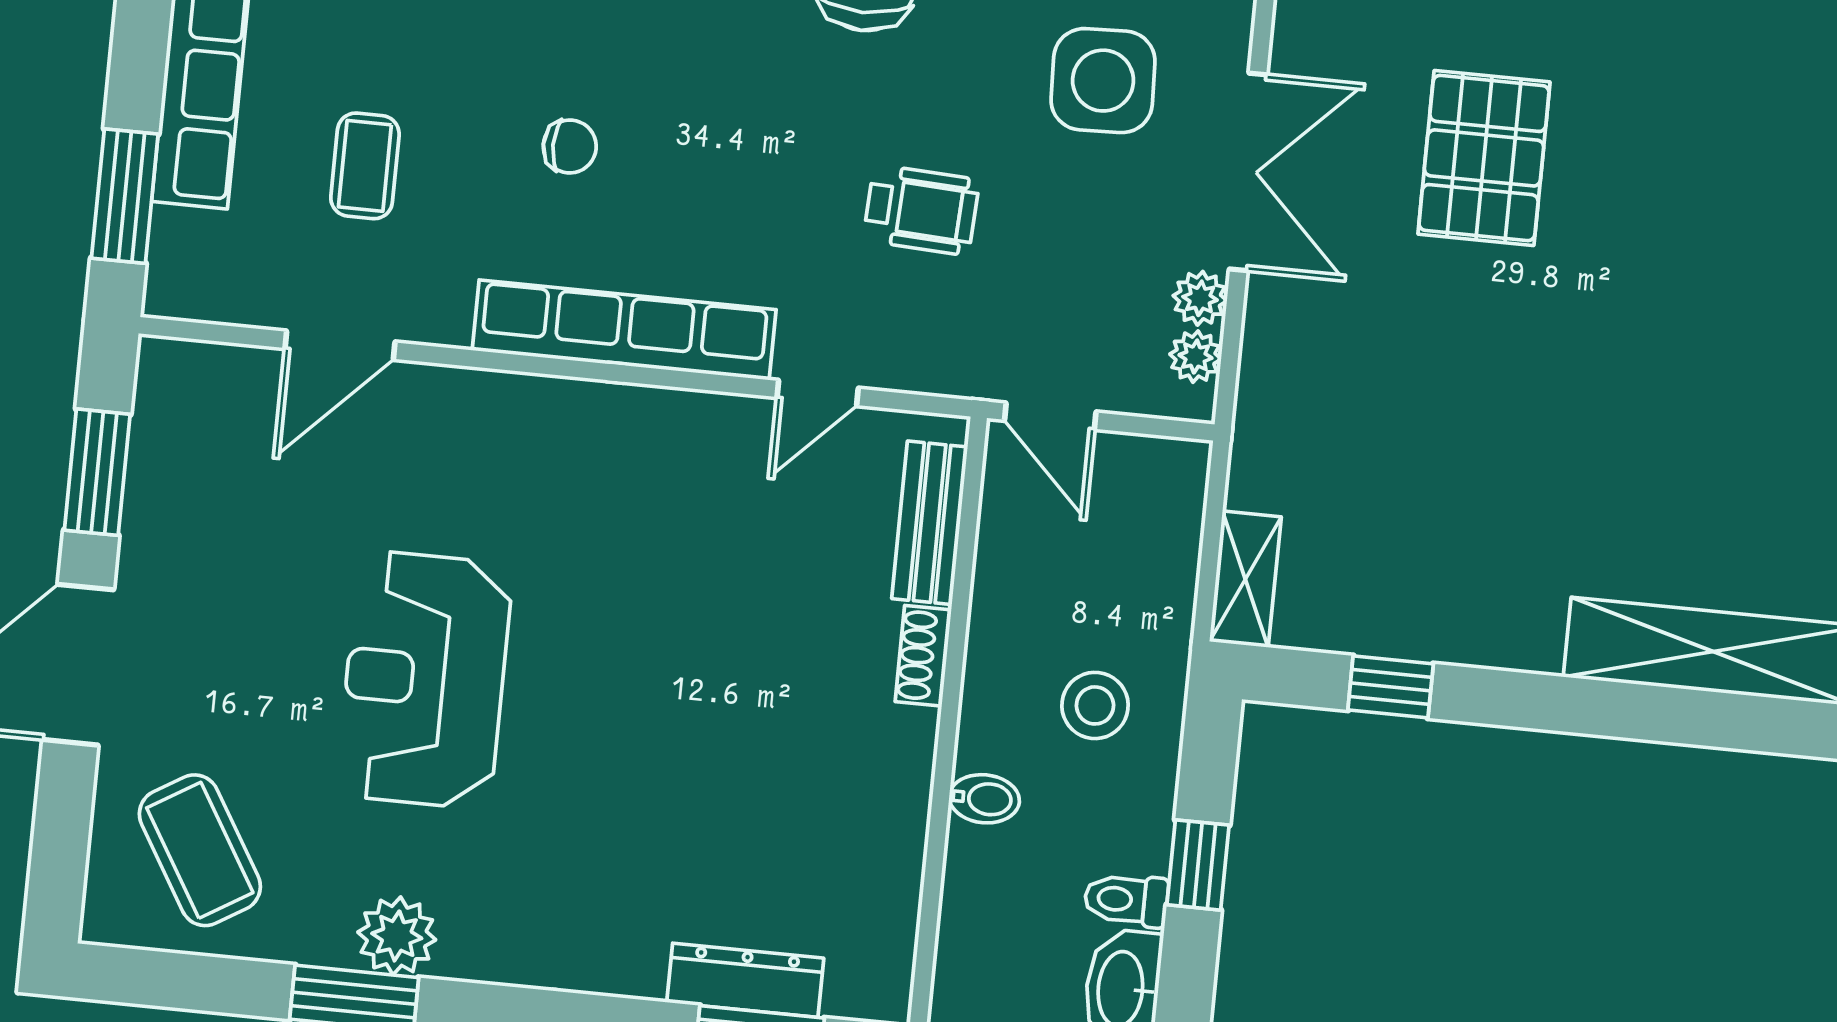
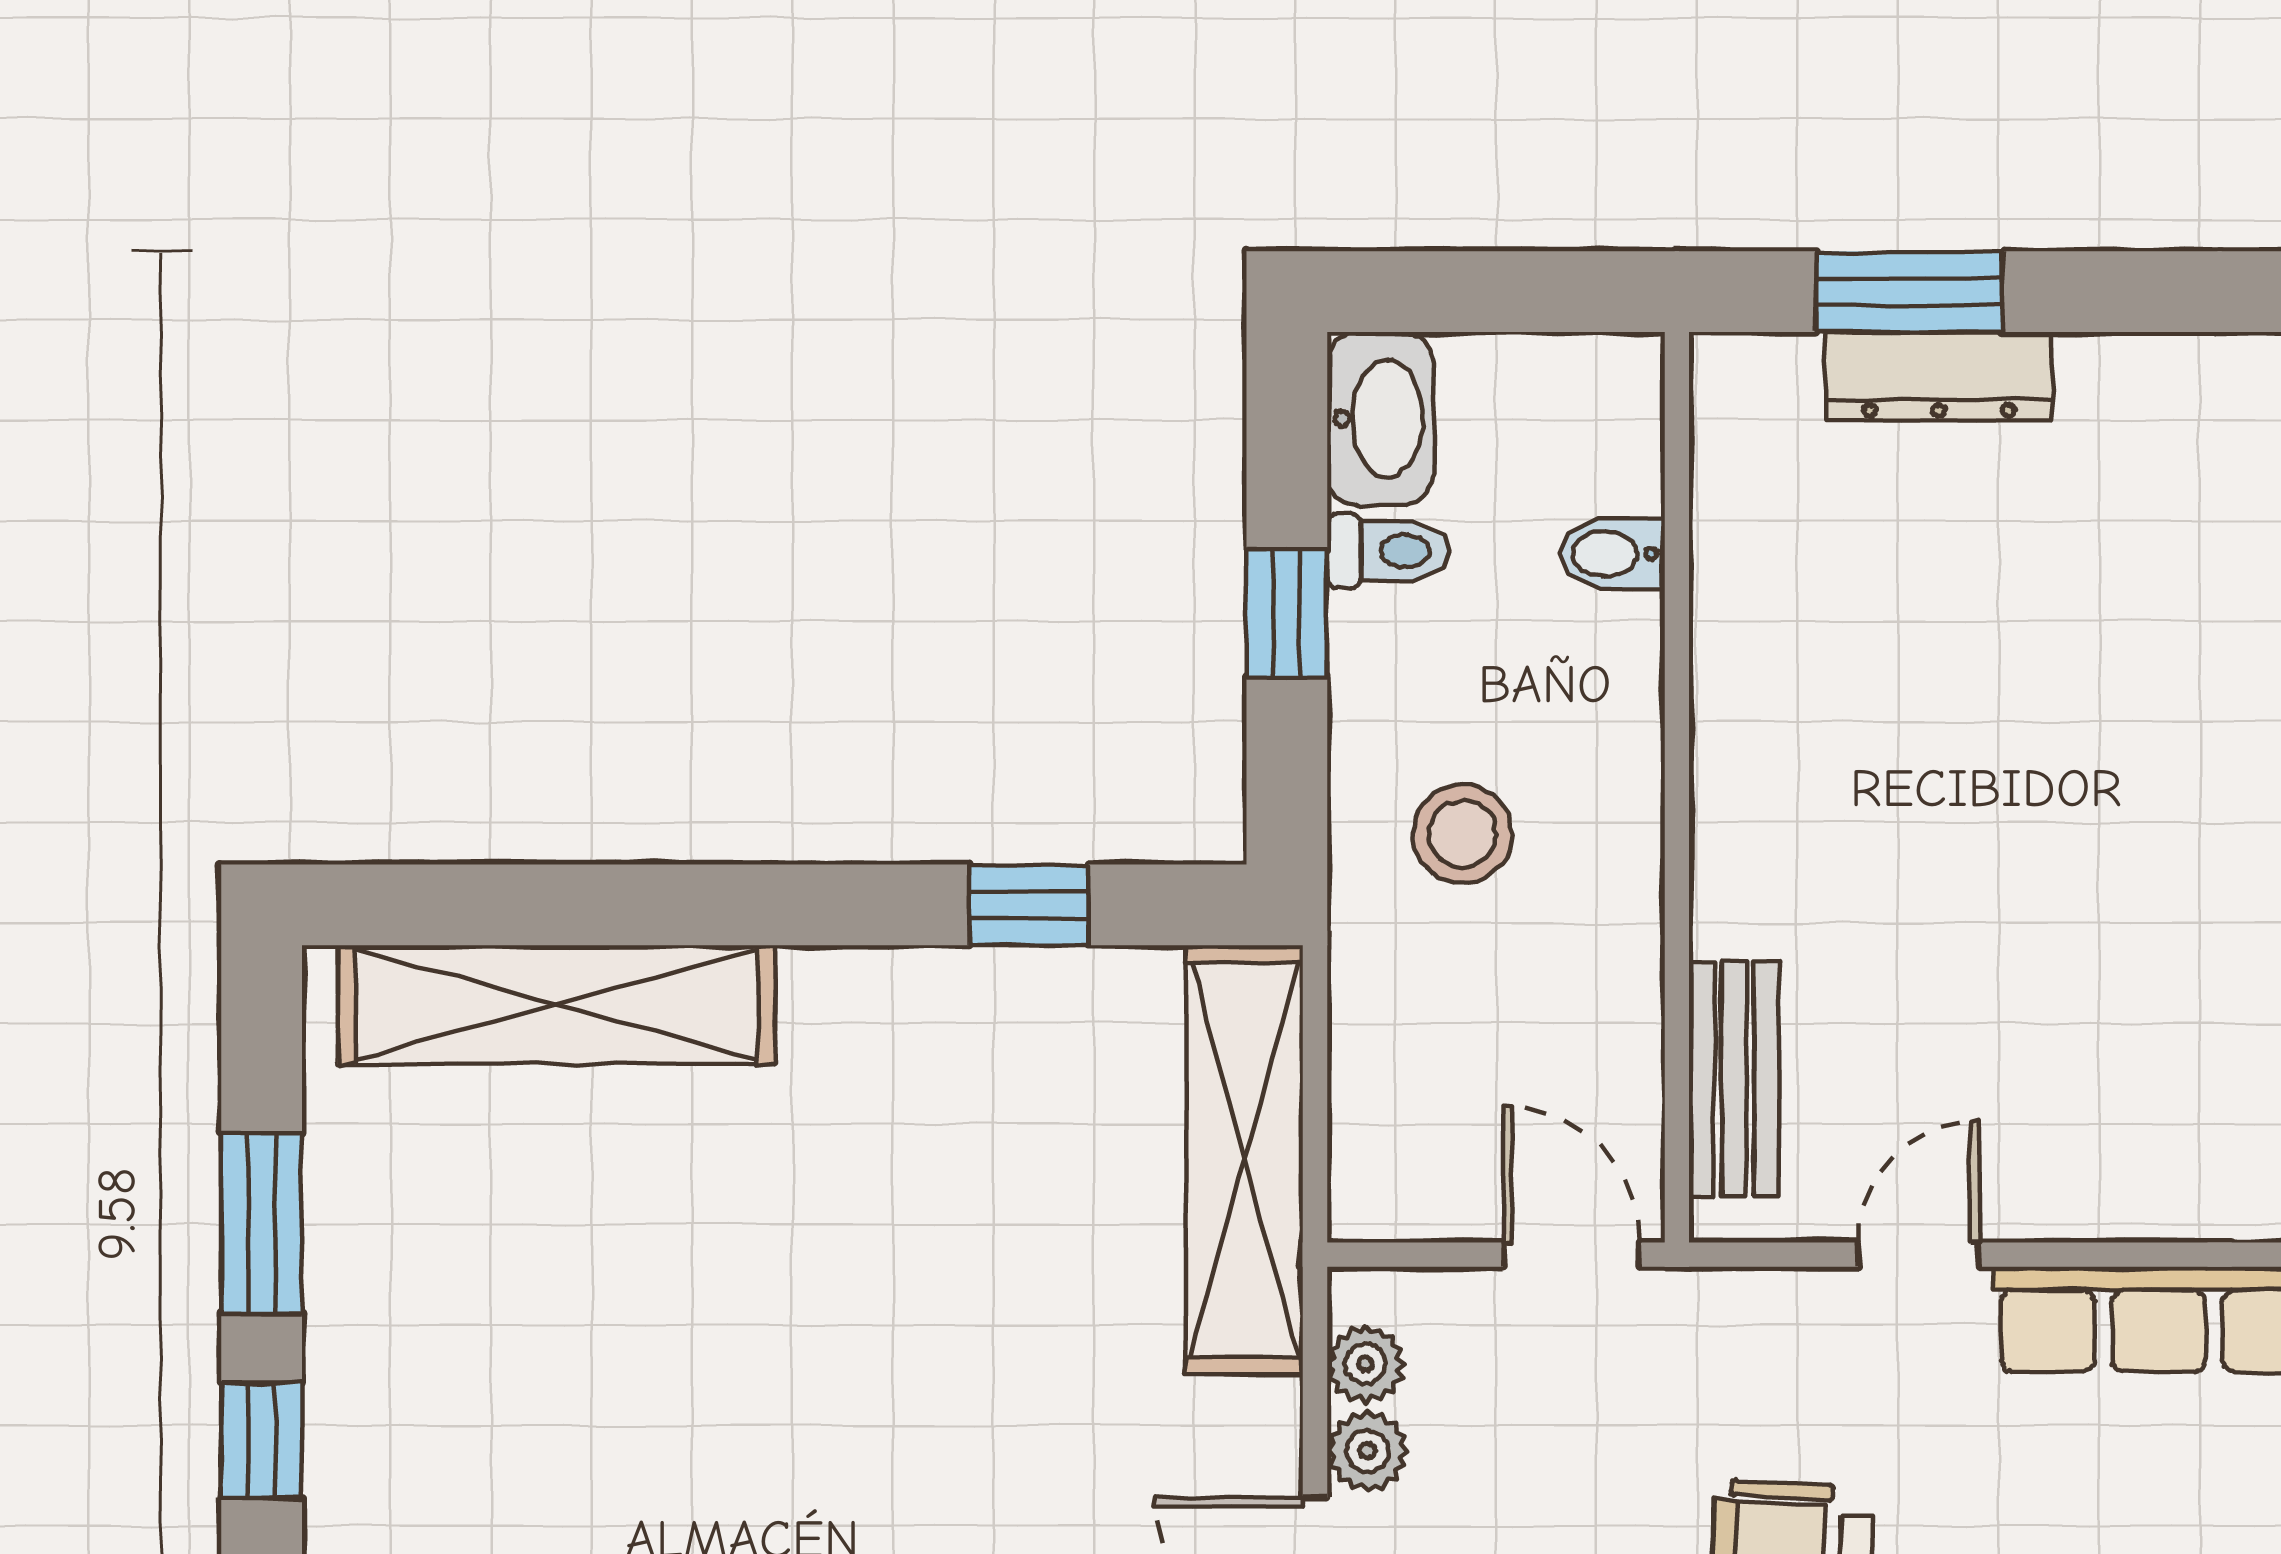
shelving: (1245, 579) -> (1244, 1159), width x2.20, depth x1.33
shoe rack: (923, 656) -> (1724, 882), removed
bidet: (984, 799) -> (1612, 554), moved

